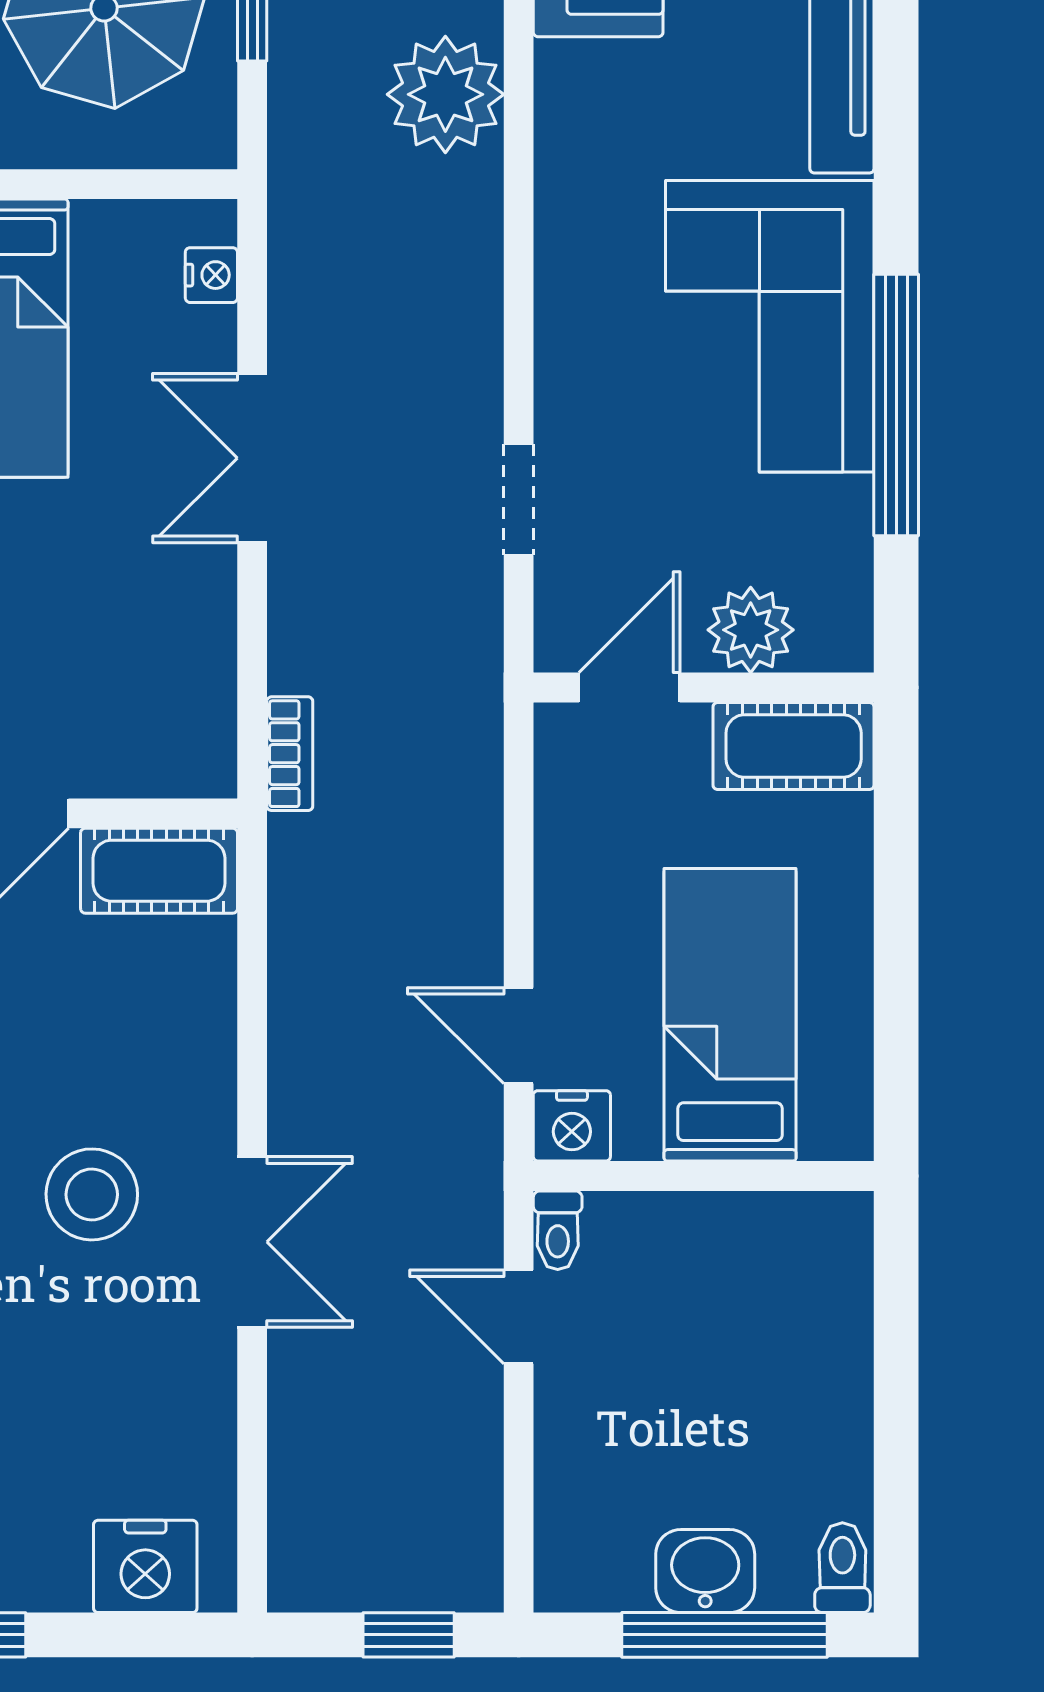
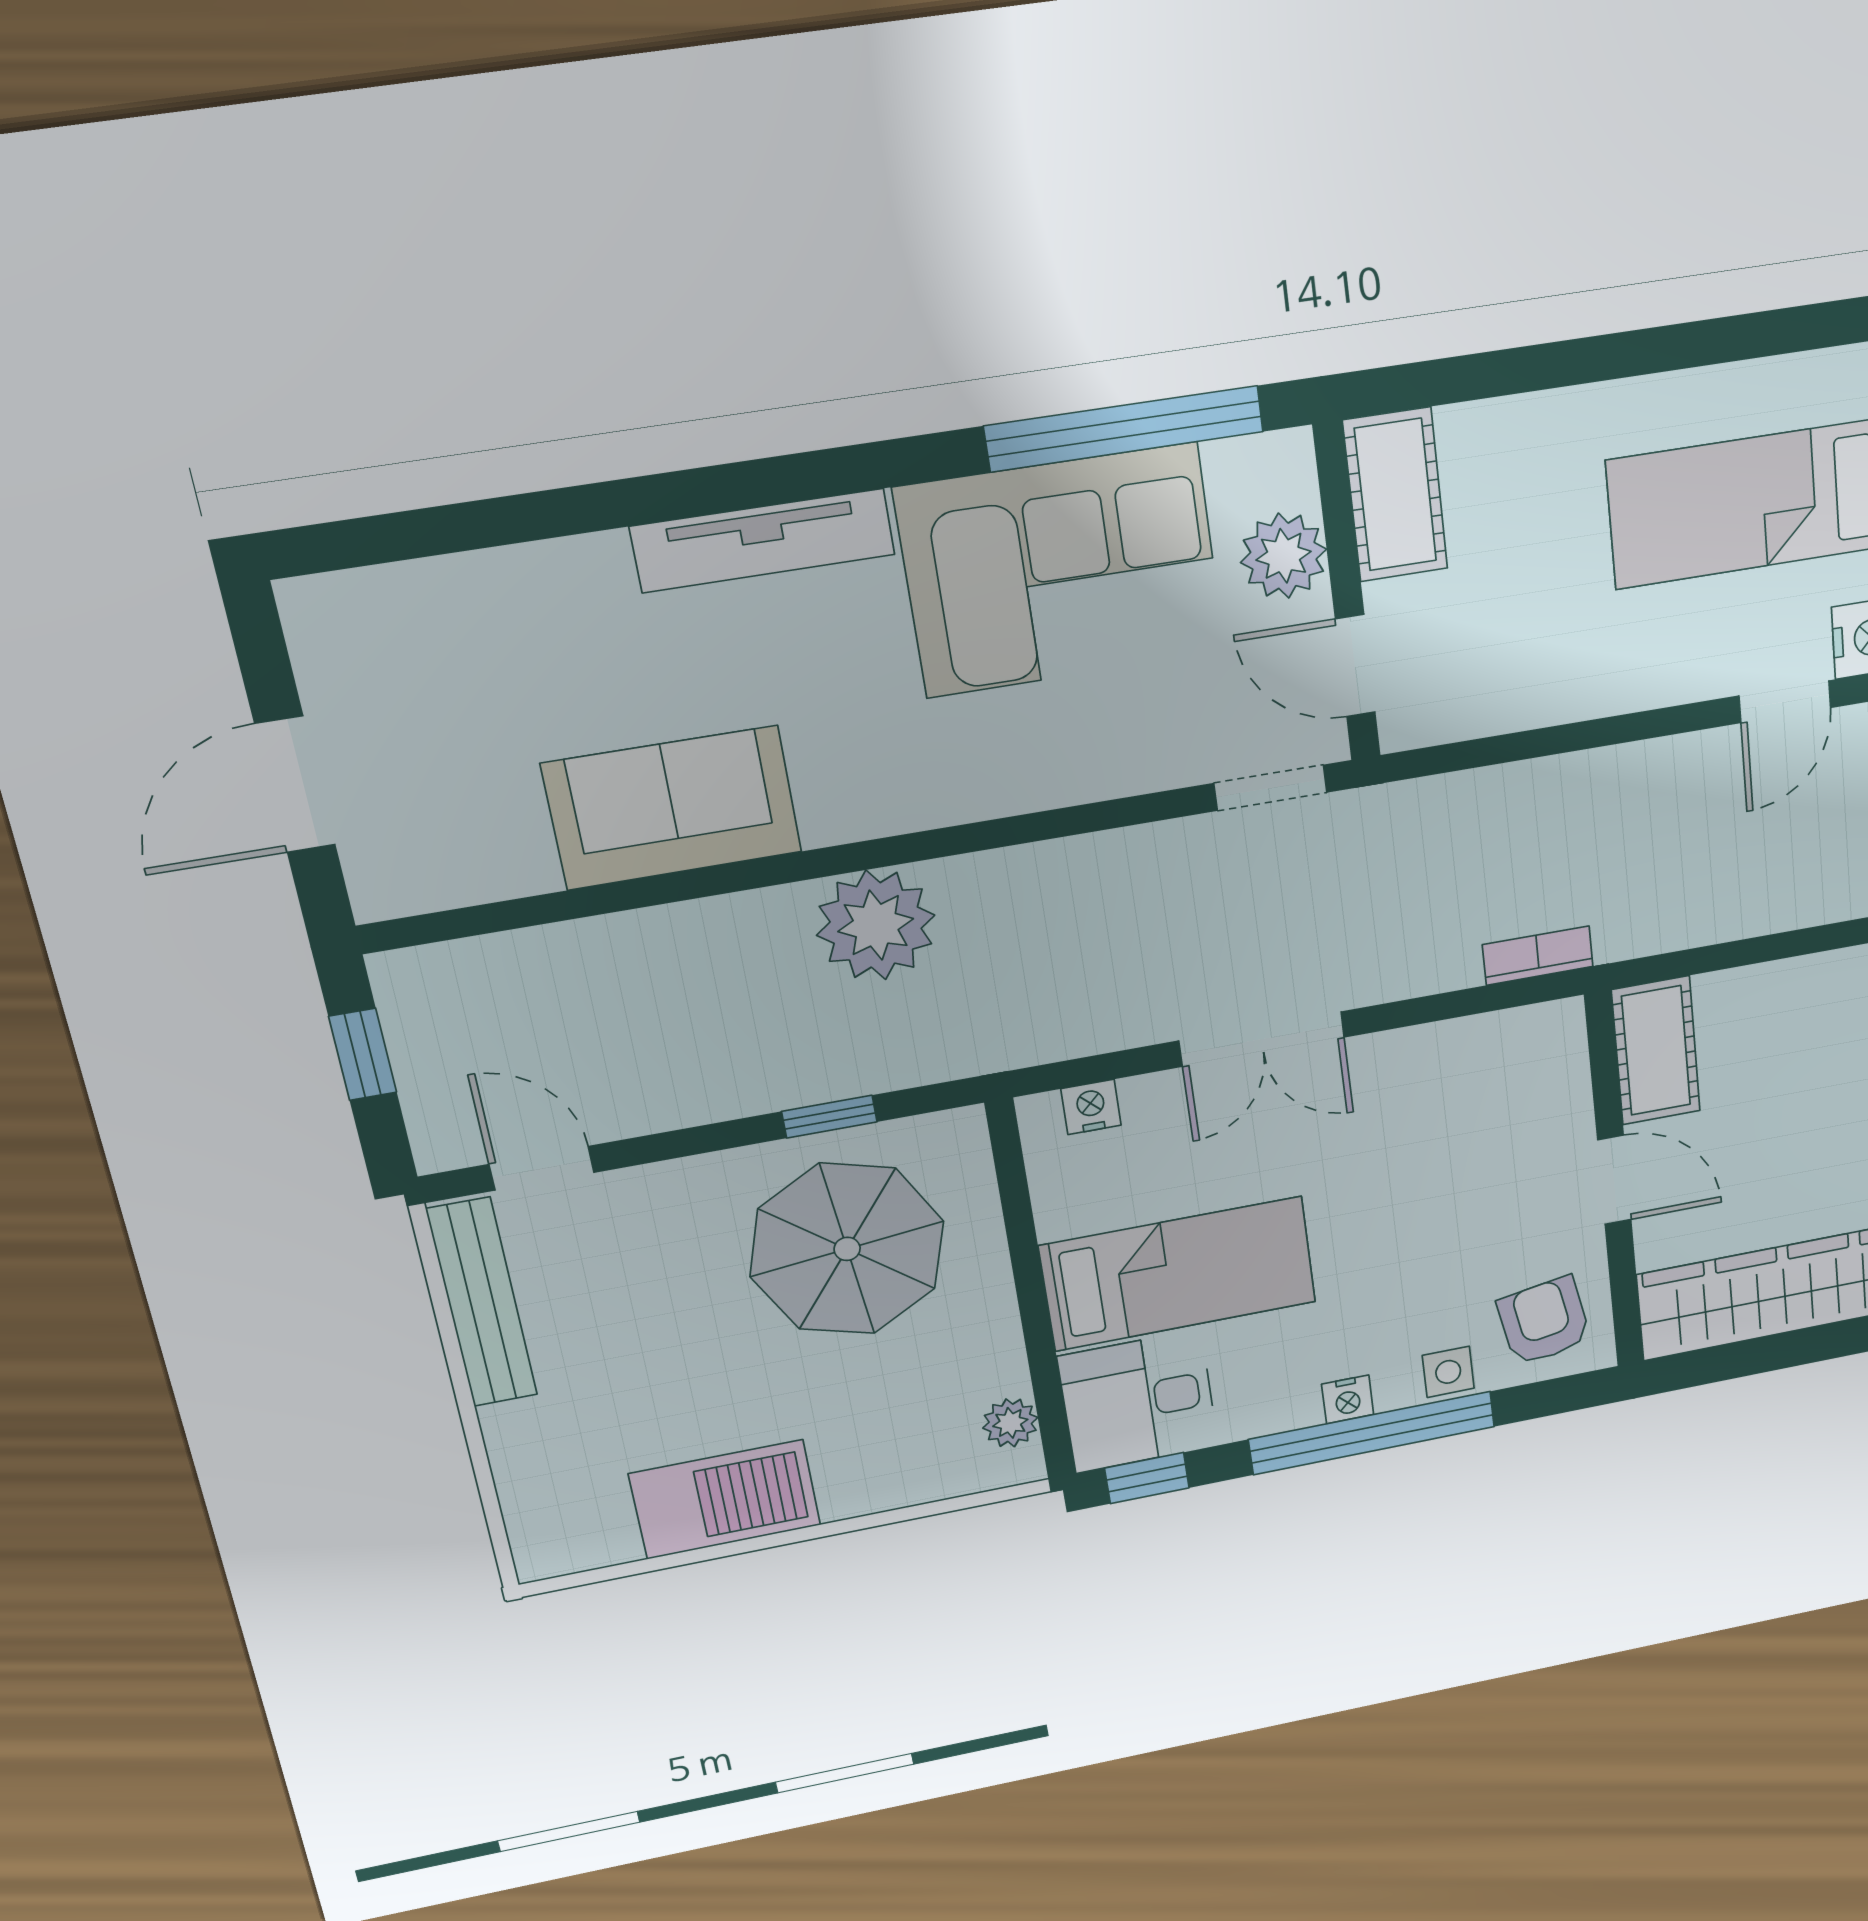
plant: (751, 630) -> (1284, 556), moved
door: (629, 687) -> (1355, 666), moved
wall: (704, 687) -> (1347, 593), moved
cot: (794, 746) -> (1395, 495), moved

